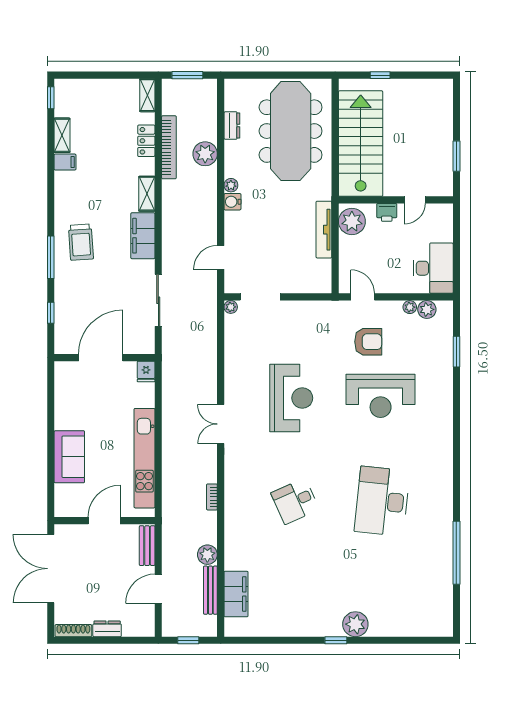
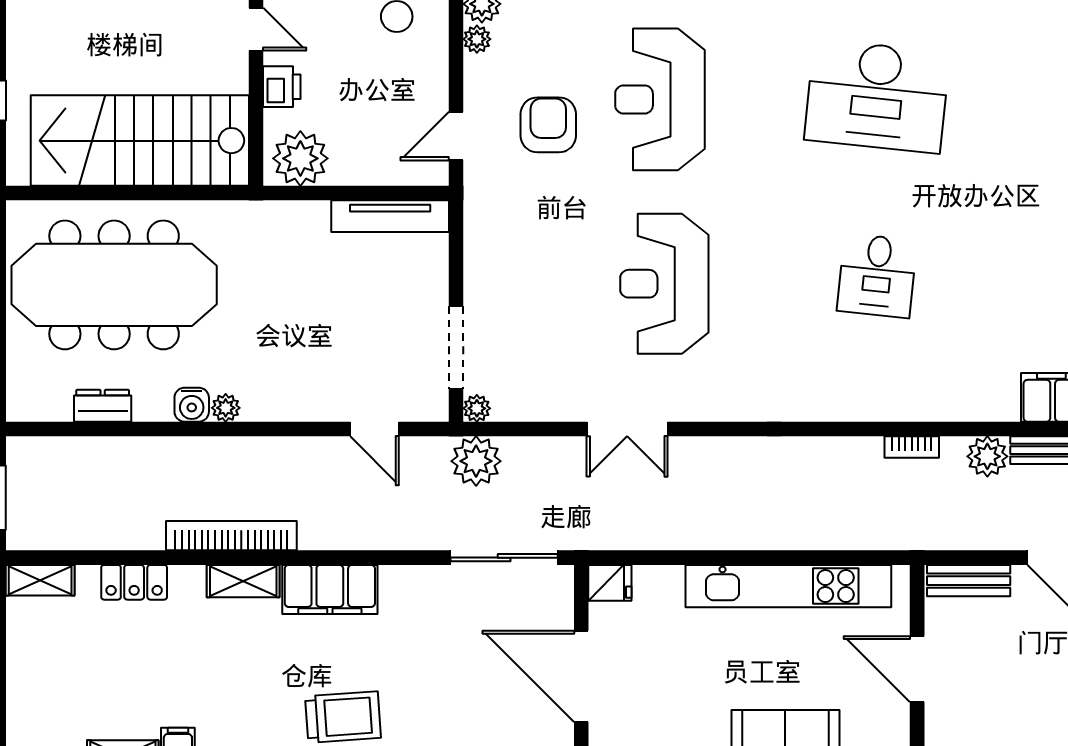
bookcase: (169, 147) -> (231, 536), moved
plant: (205, 154) -> (476, 461), moved
water cooler: (232, 202) -> (192, 405), moved
tv unit: (324, 230) -> (390, 216), moved
sliding door: (158, 300) -> (504, 558), moved
reception desk: (381, 396) -> (660, 99), turned 180
reception desk: (291, 398) -> (664, 284), turned -90
double door: (221, 424) -> (627, 429), moved
bookcase: (212, 497) -> (912, 447), moved
desk: (295, 501) -> (877, 276), turned 30

